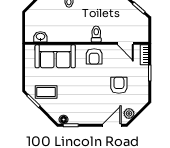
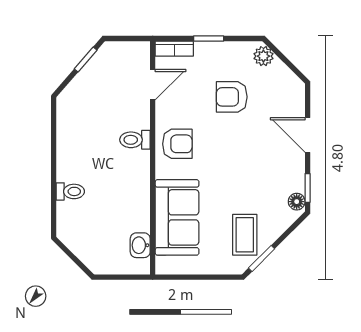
plant: (129, 113) -> (263, 56), moved
door: (112, 125) -> (308, 135), moved

